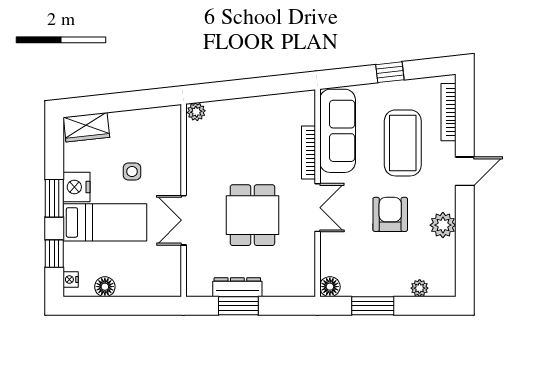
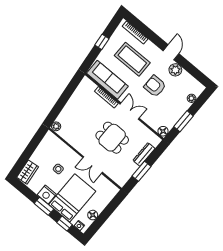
door: (465, 171) -> (171, 52), moved
bed: (105, 222) -> (72, 198), width x1.50
dresser: (237, 287) -> (144, 154), moved

